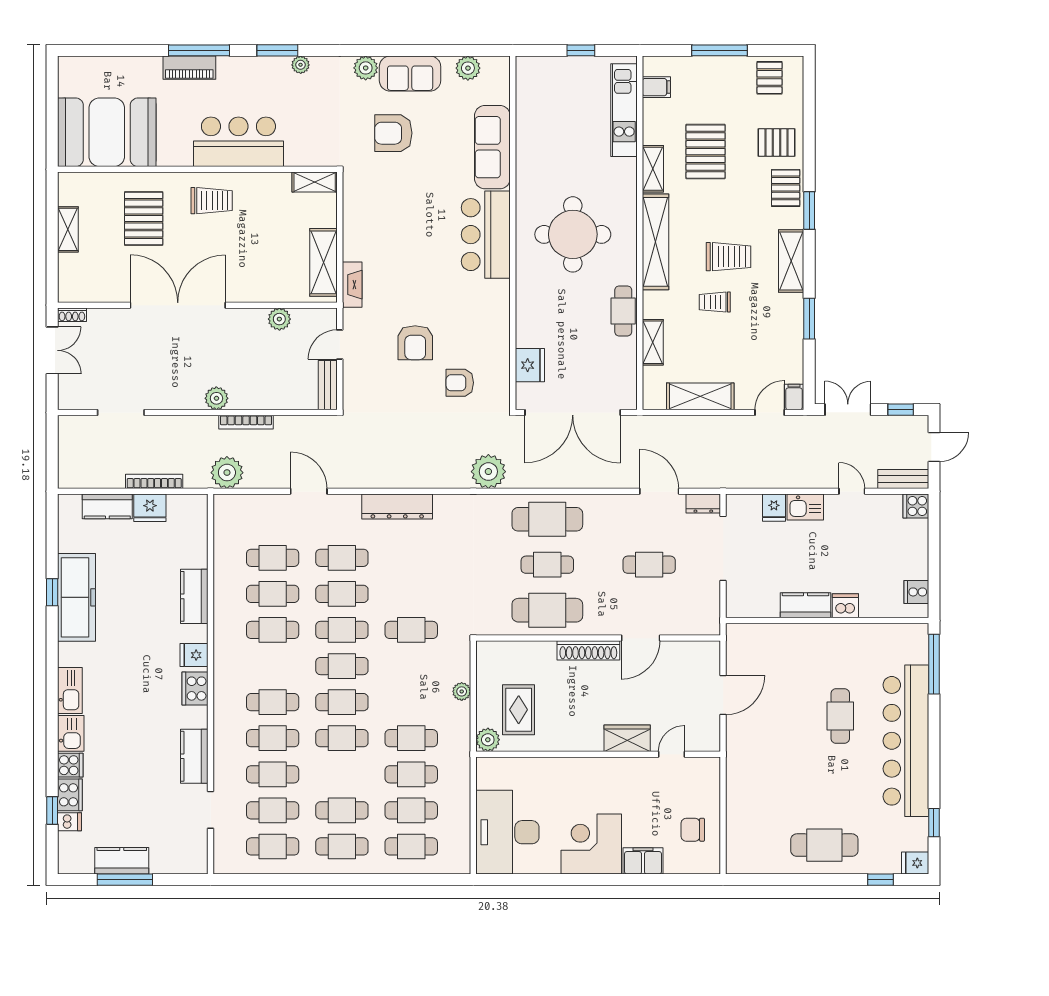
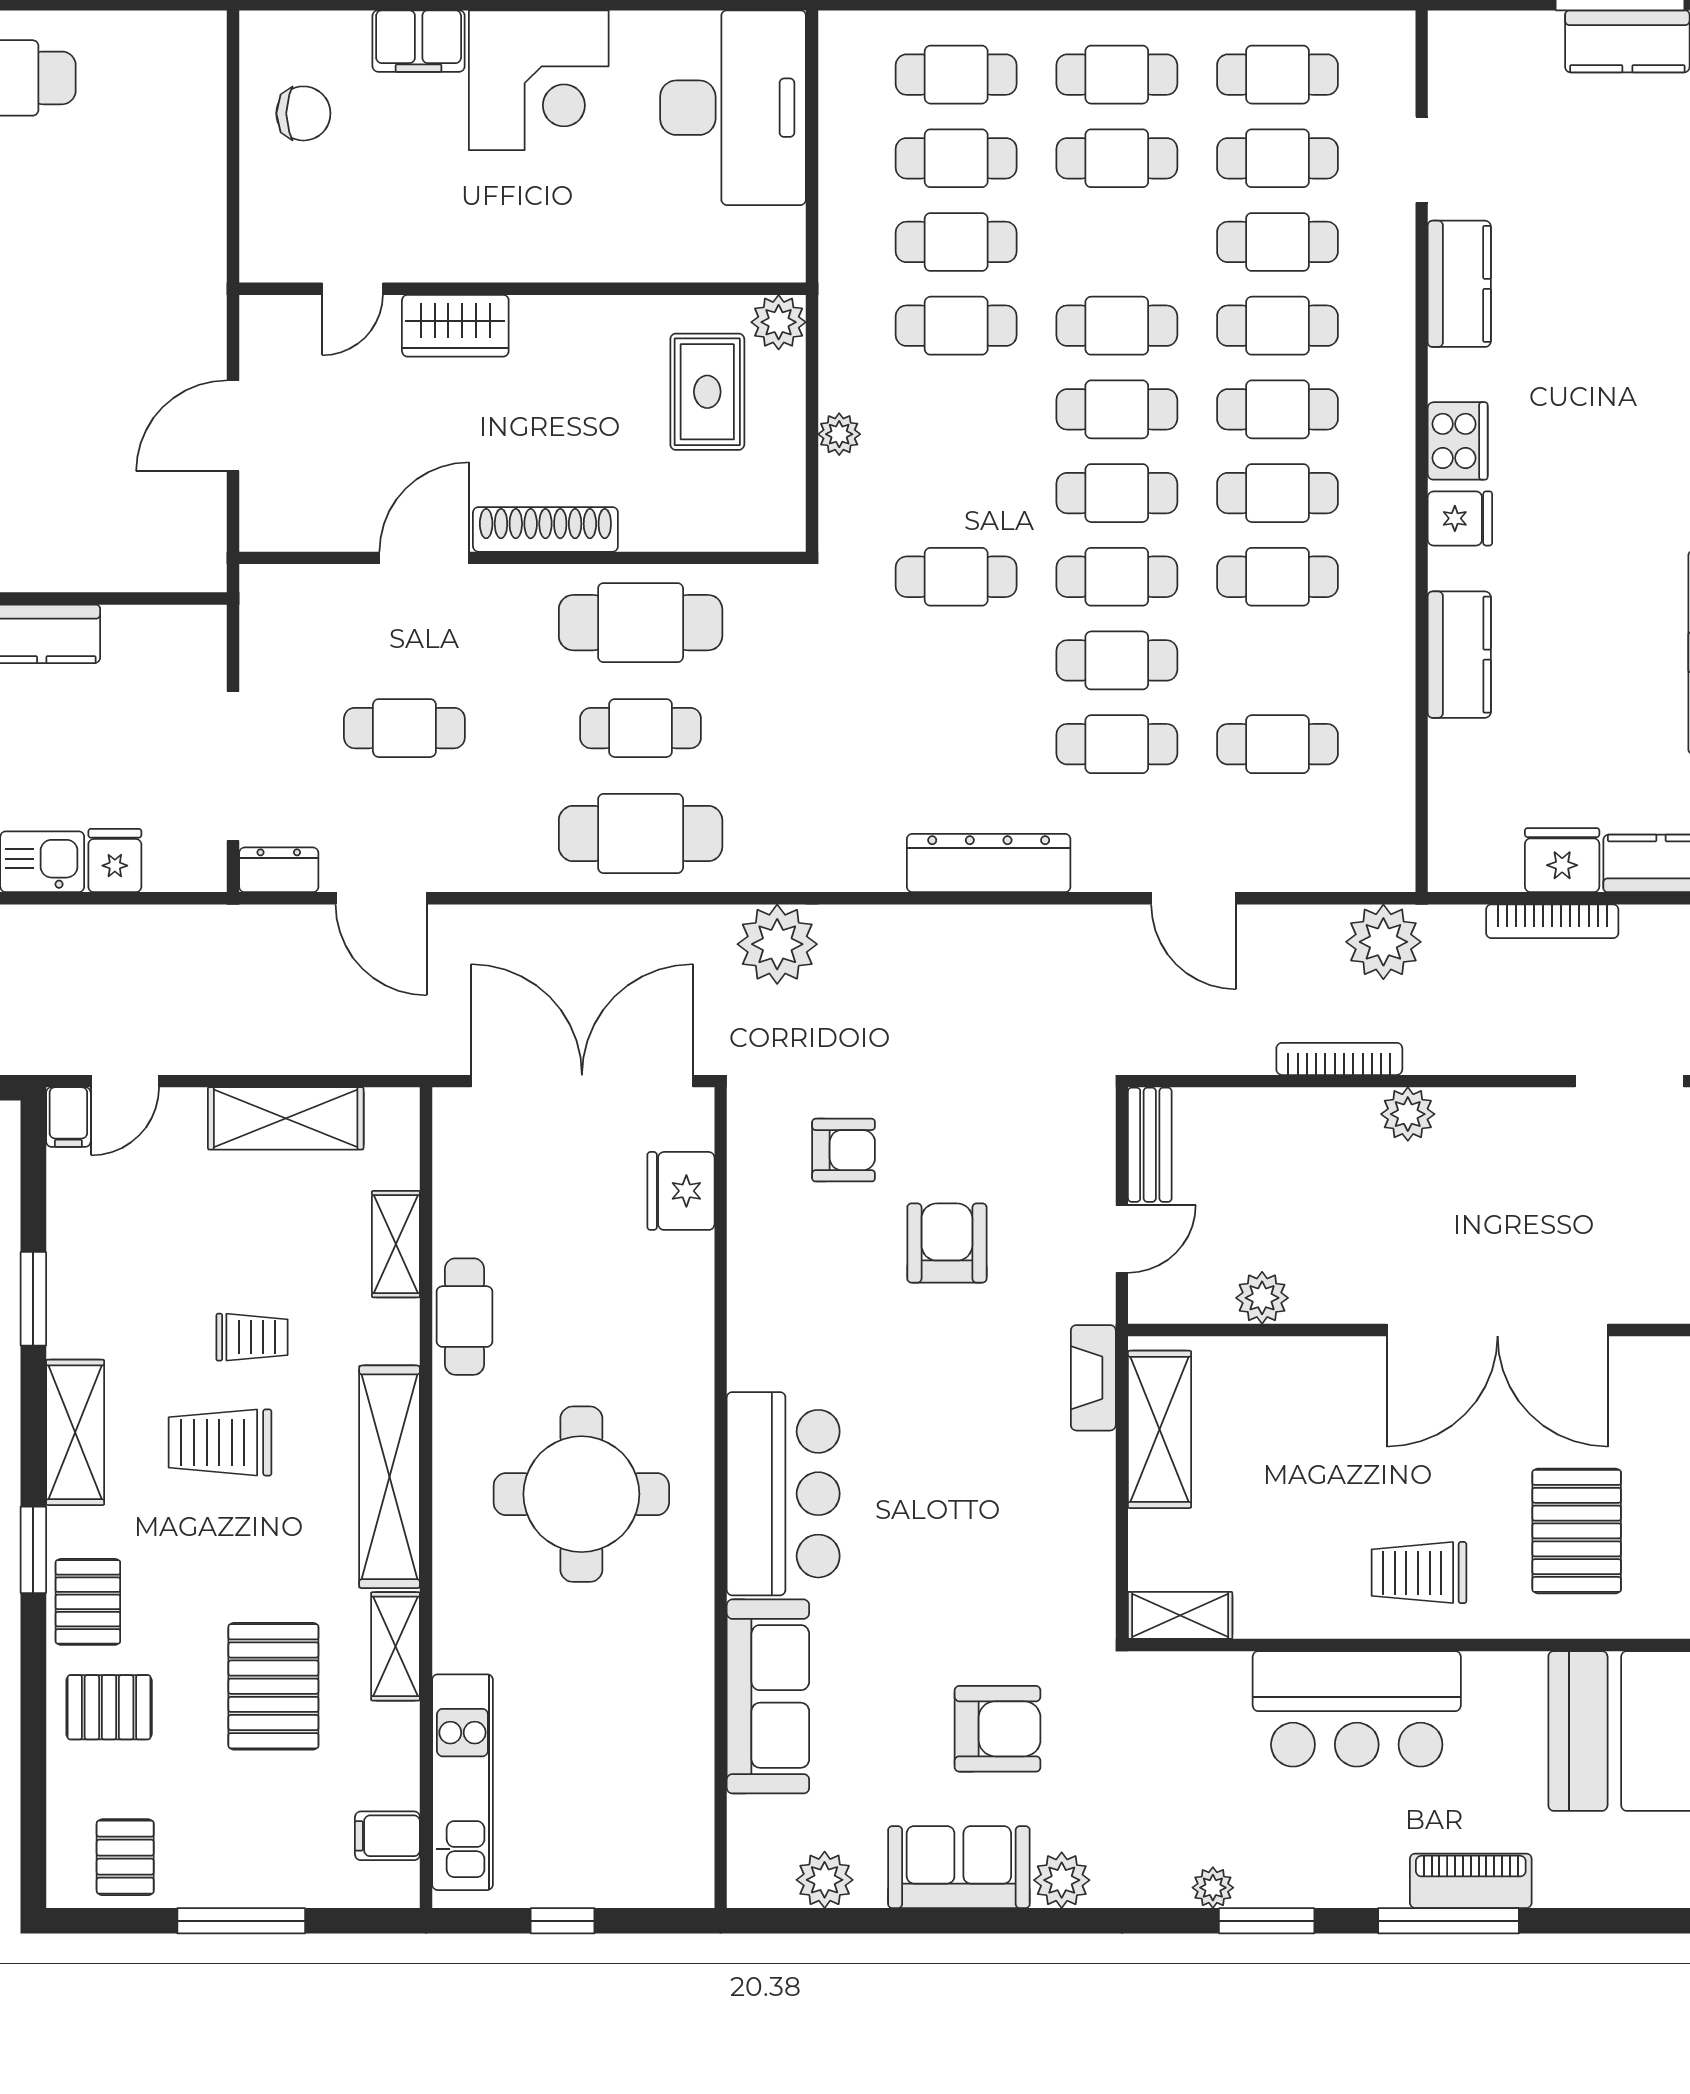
cafe table: (273, 594) -> (1277, 493), moved

